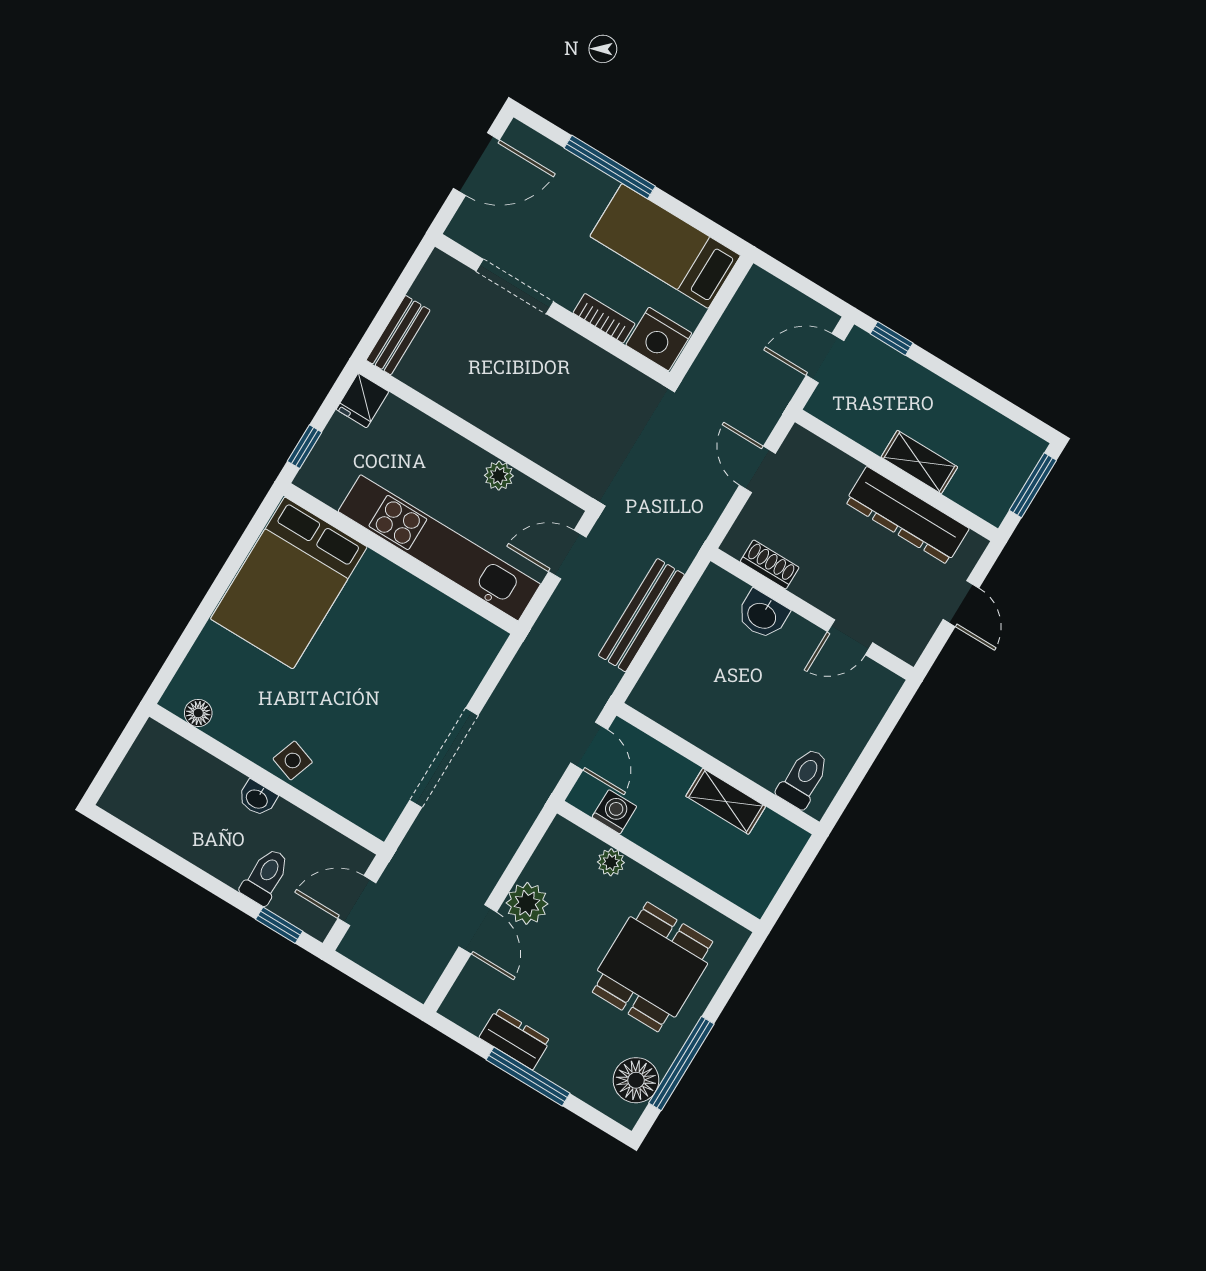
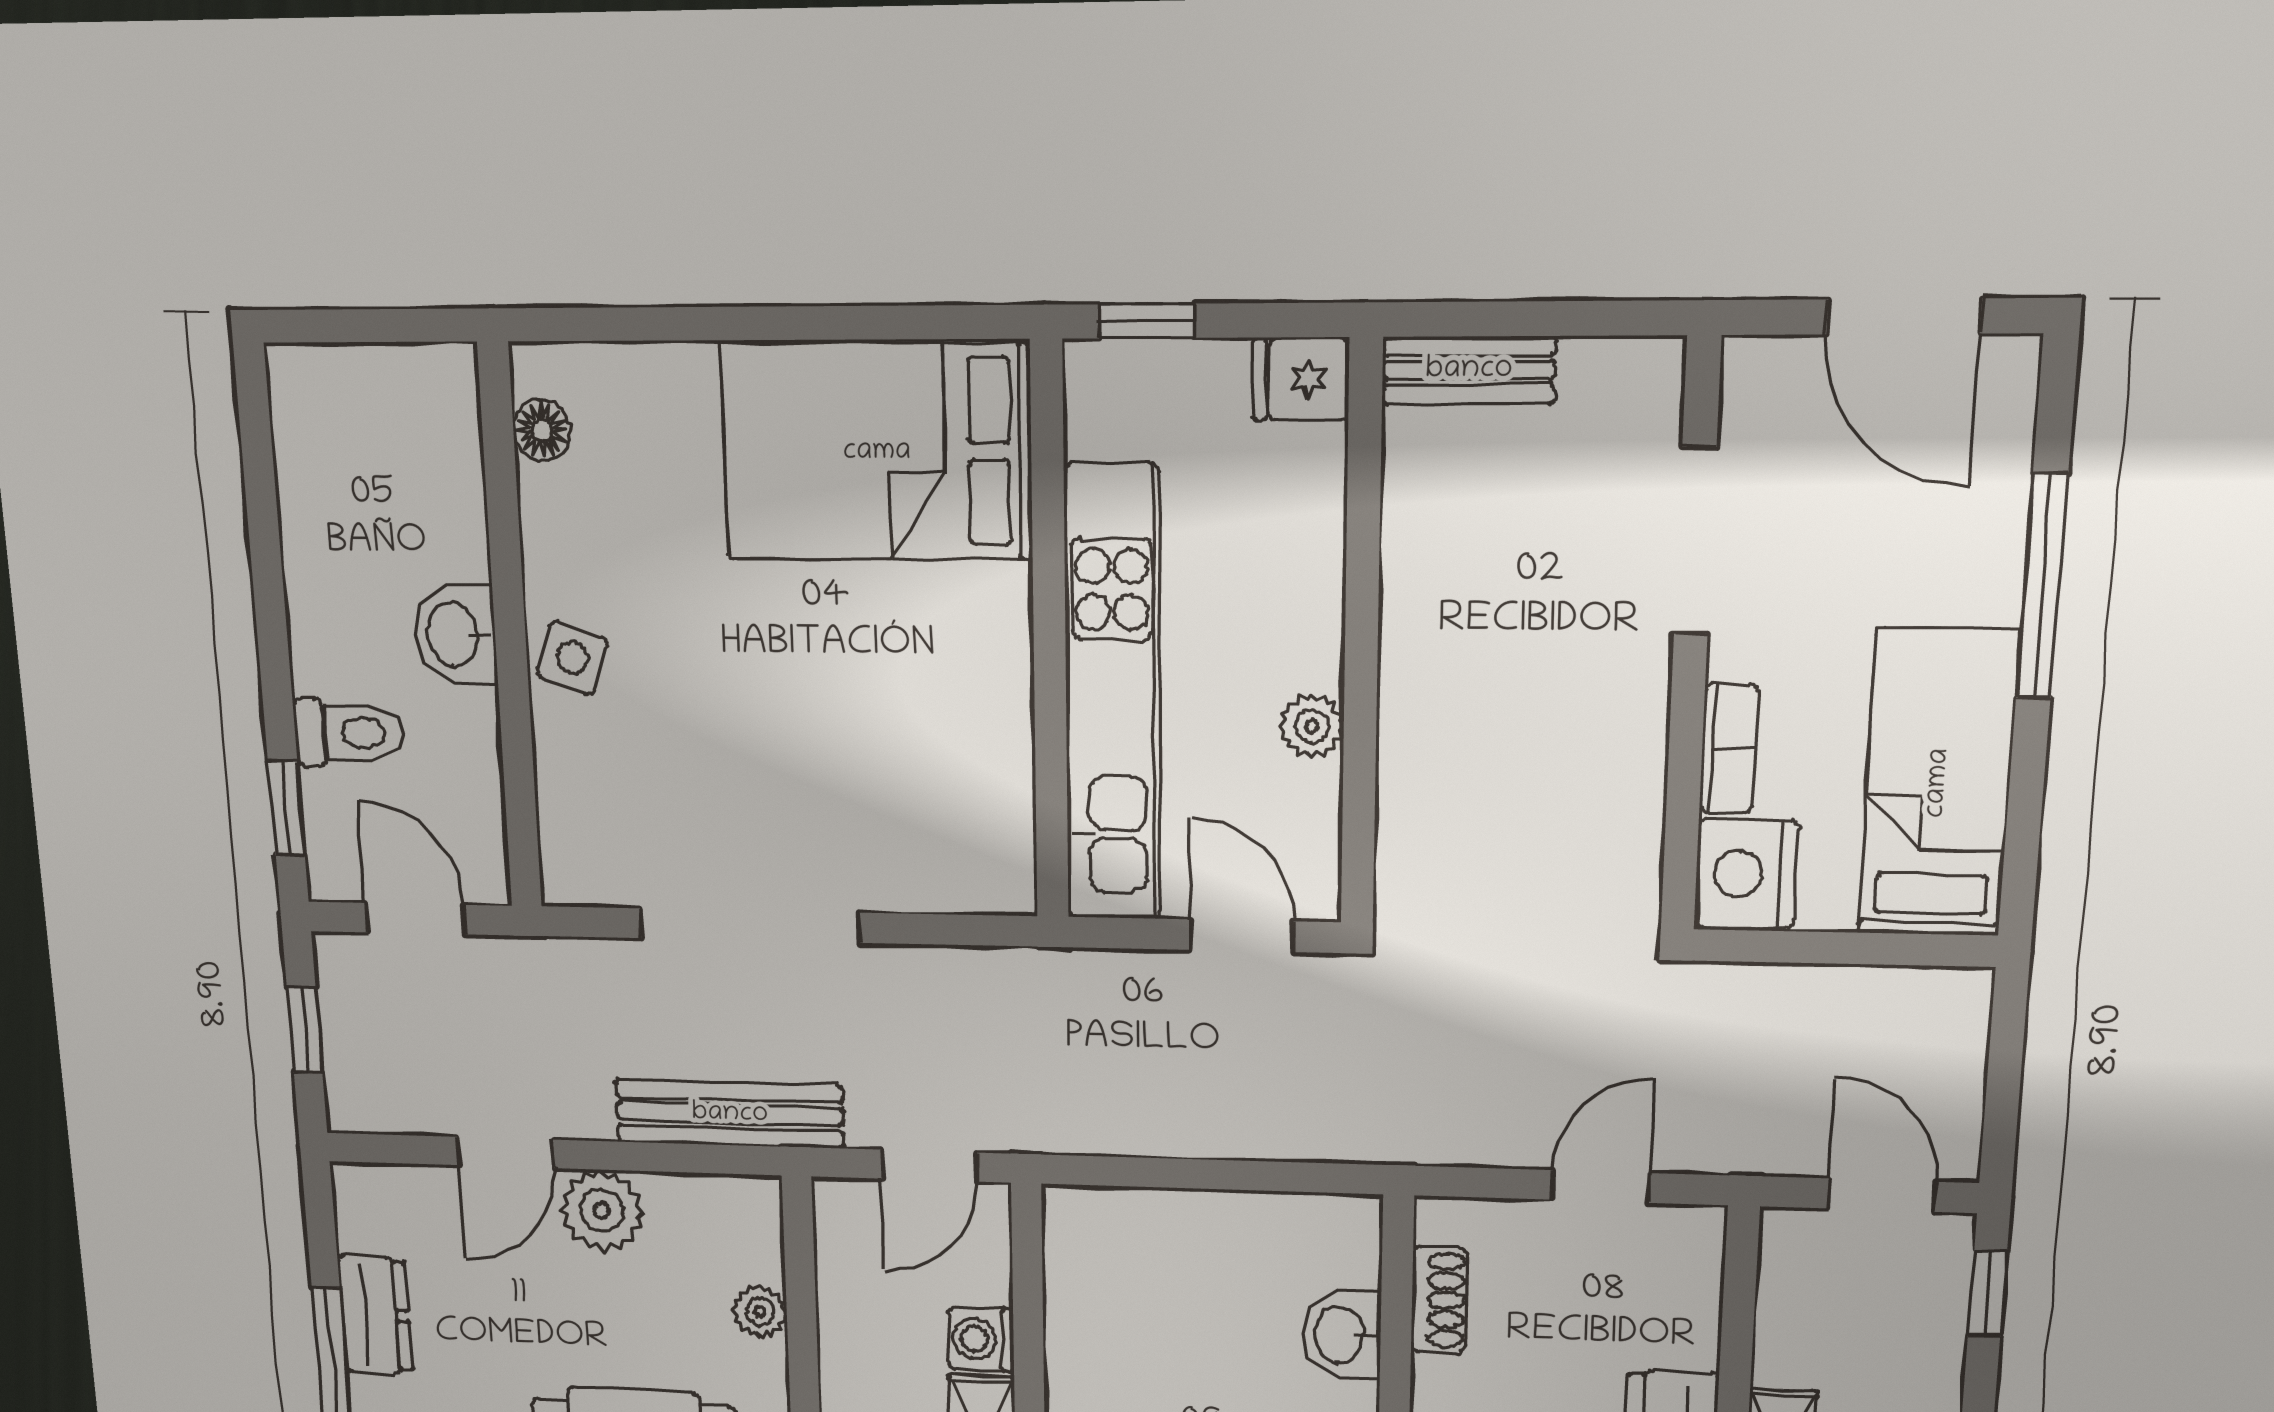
bench: (641, 615) -> (730, 1114), moved
washbasin: (257, 798) -> (455, 635), width x1.38, depth x1.45
washing machine: (614, 812) -> (981, 1339), moved, turned 180
window: (374, 983) -> (305, 1030), added

